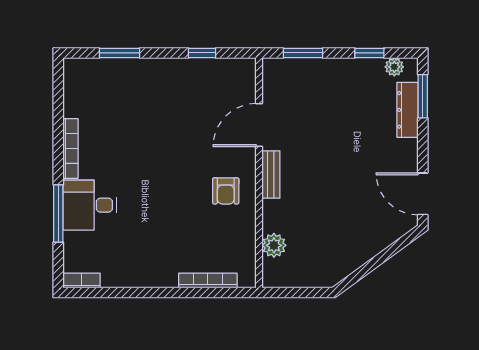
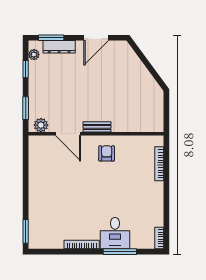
window: (119, 53) -> (26, 231), moved
window: (202, 53) -> (26, 167), removed
armchair: (226, 191) -> (107, 153), turned -90
door: (423, 194) -> (96, 38), moved
plant: (274, 245) -> (41, 125), moved

